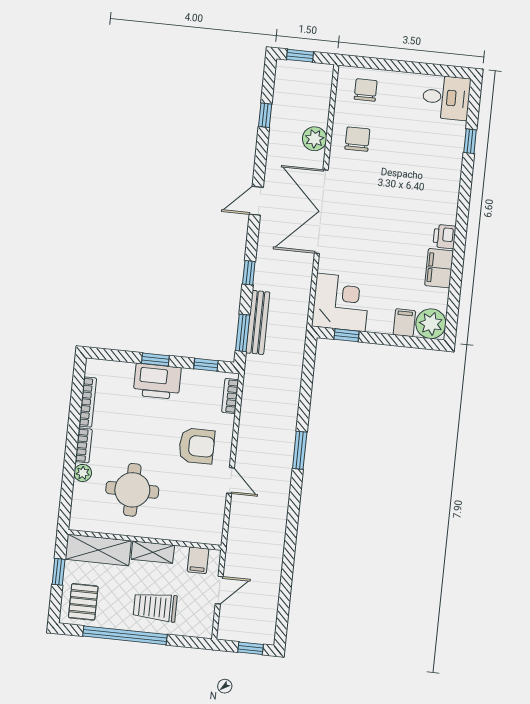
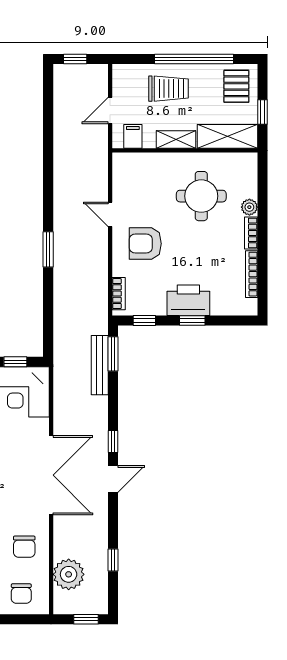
plant: (315, 139) -> (69, 574), moved, width x1.36, depth x1.36
window: (249, 273) -> (113, 442), moved

